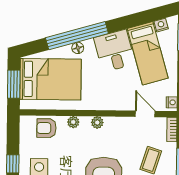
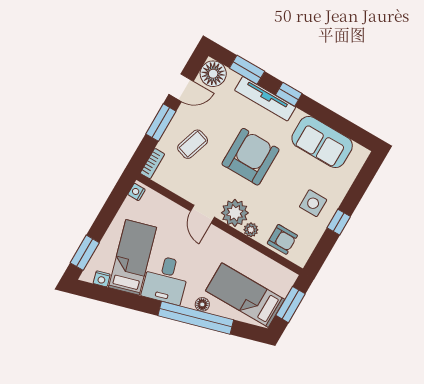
bed: (50, 79) -> (245, 295), width x0.67
door: (145, 114) -> (202, 214), moved
plant: (97, 122) -> (235, 213), width x1.88, depth x1.88

